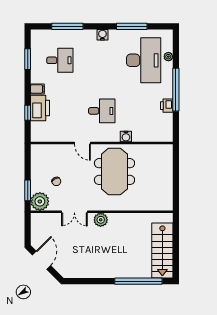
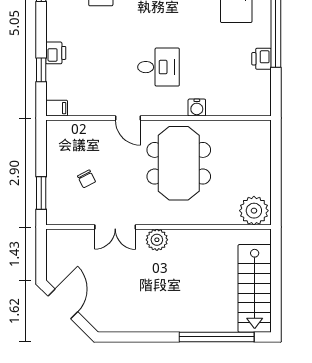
filing cabinet: (37, 89) -> (57, 108), moved
printer: (40, 108) -> (56, 53), width x0.53, depth x0.68
plant: (40, 201) -> (254, 211), moved

